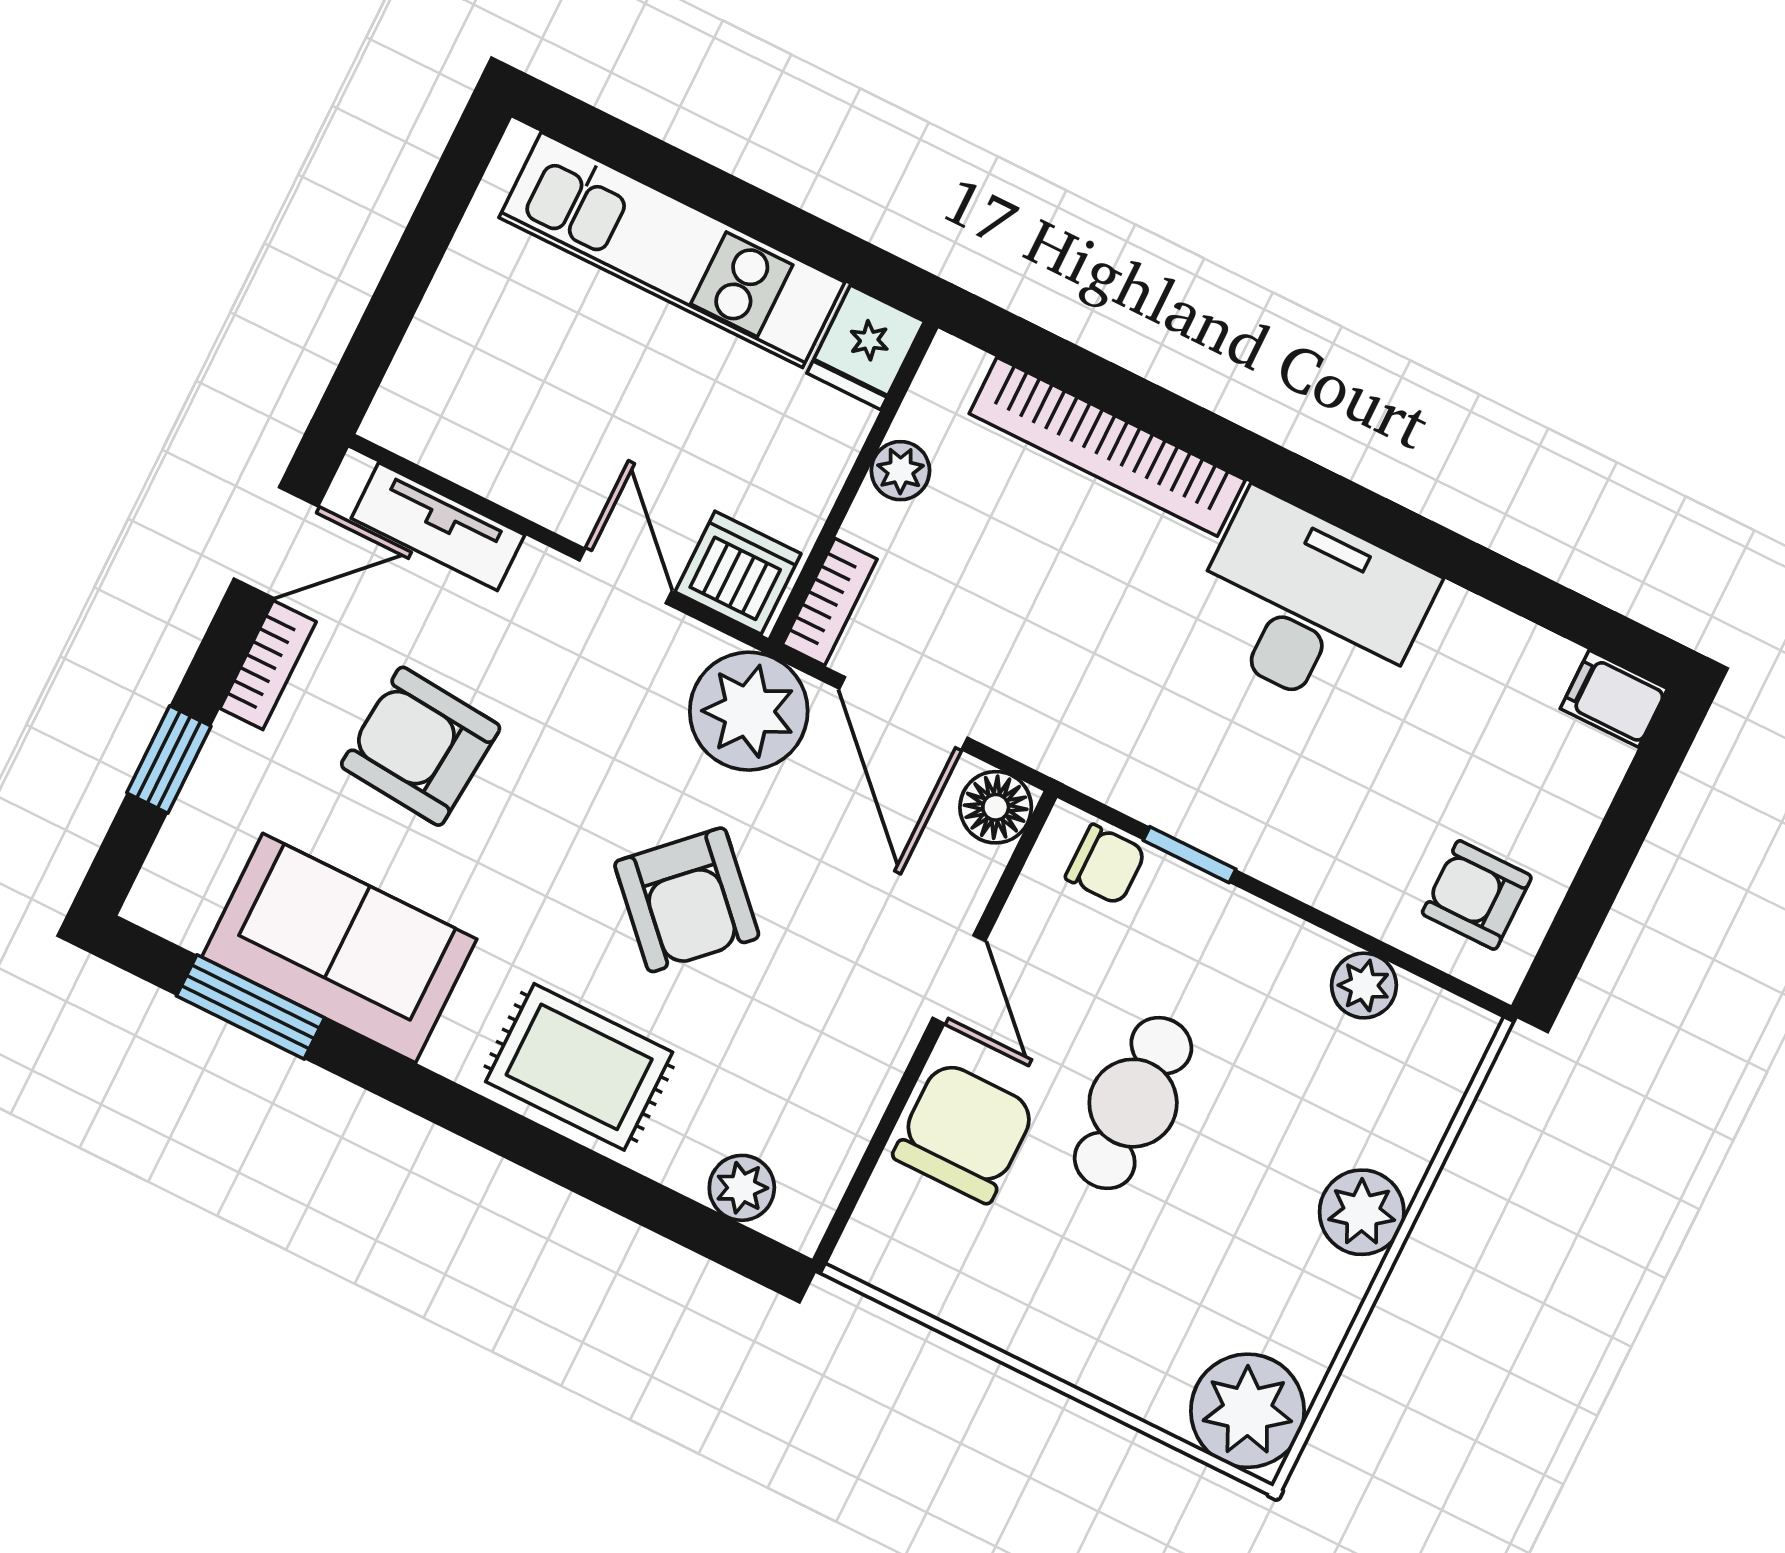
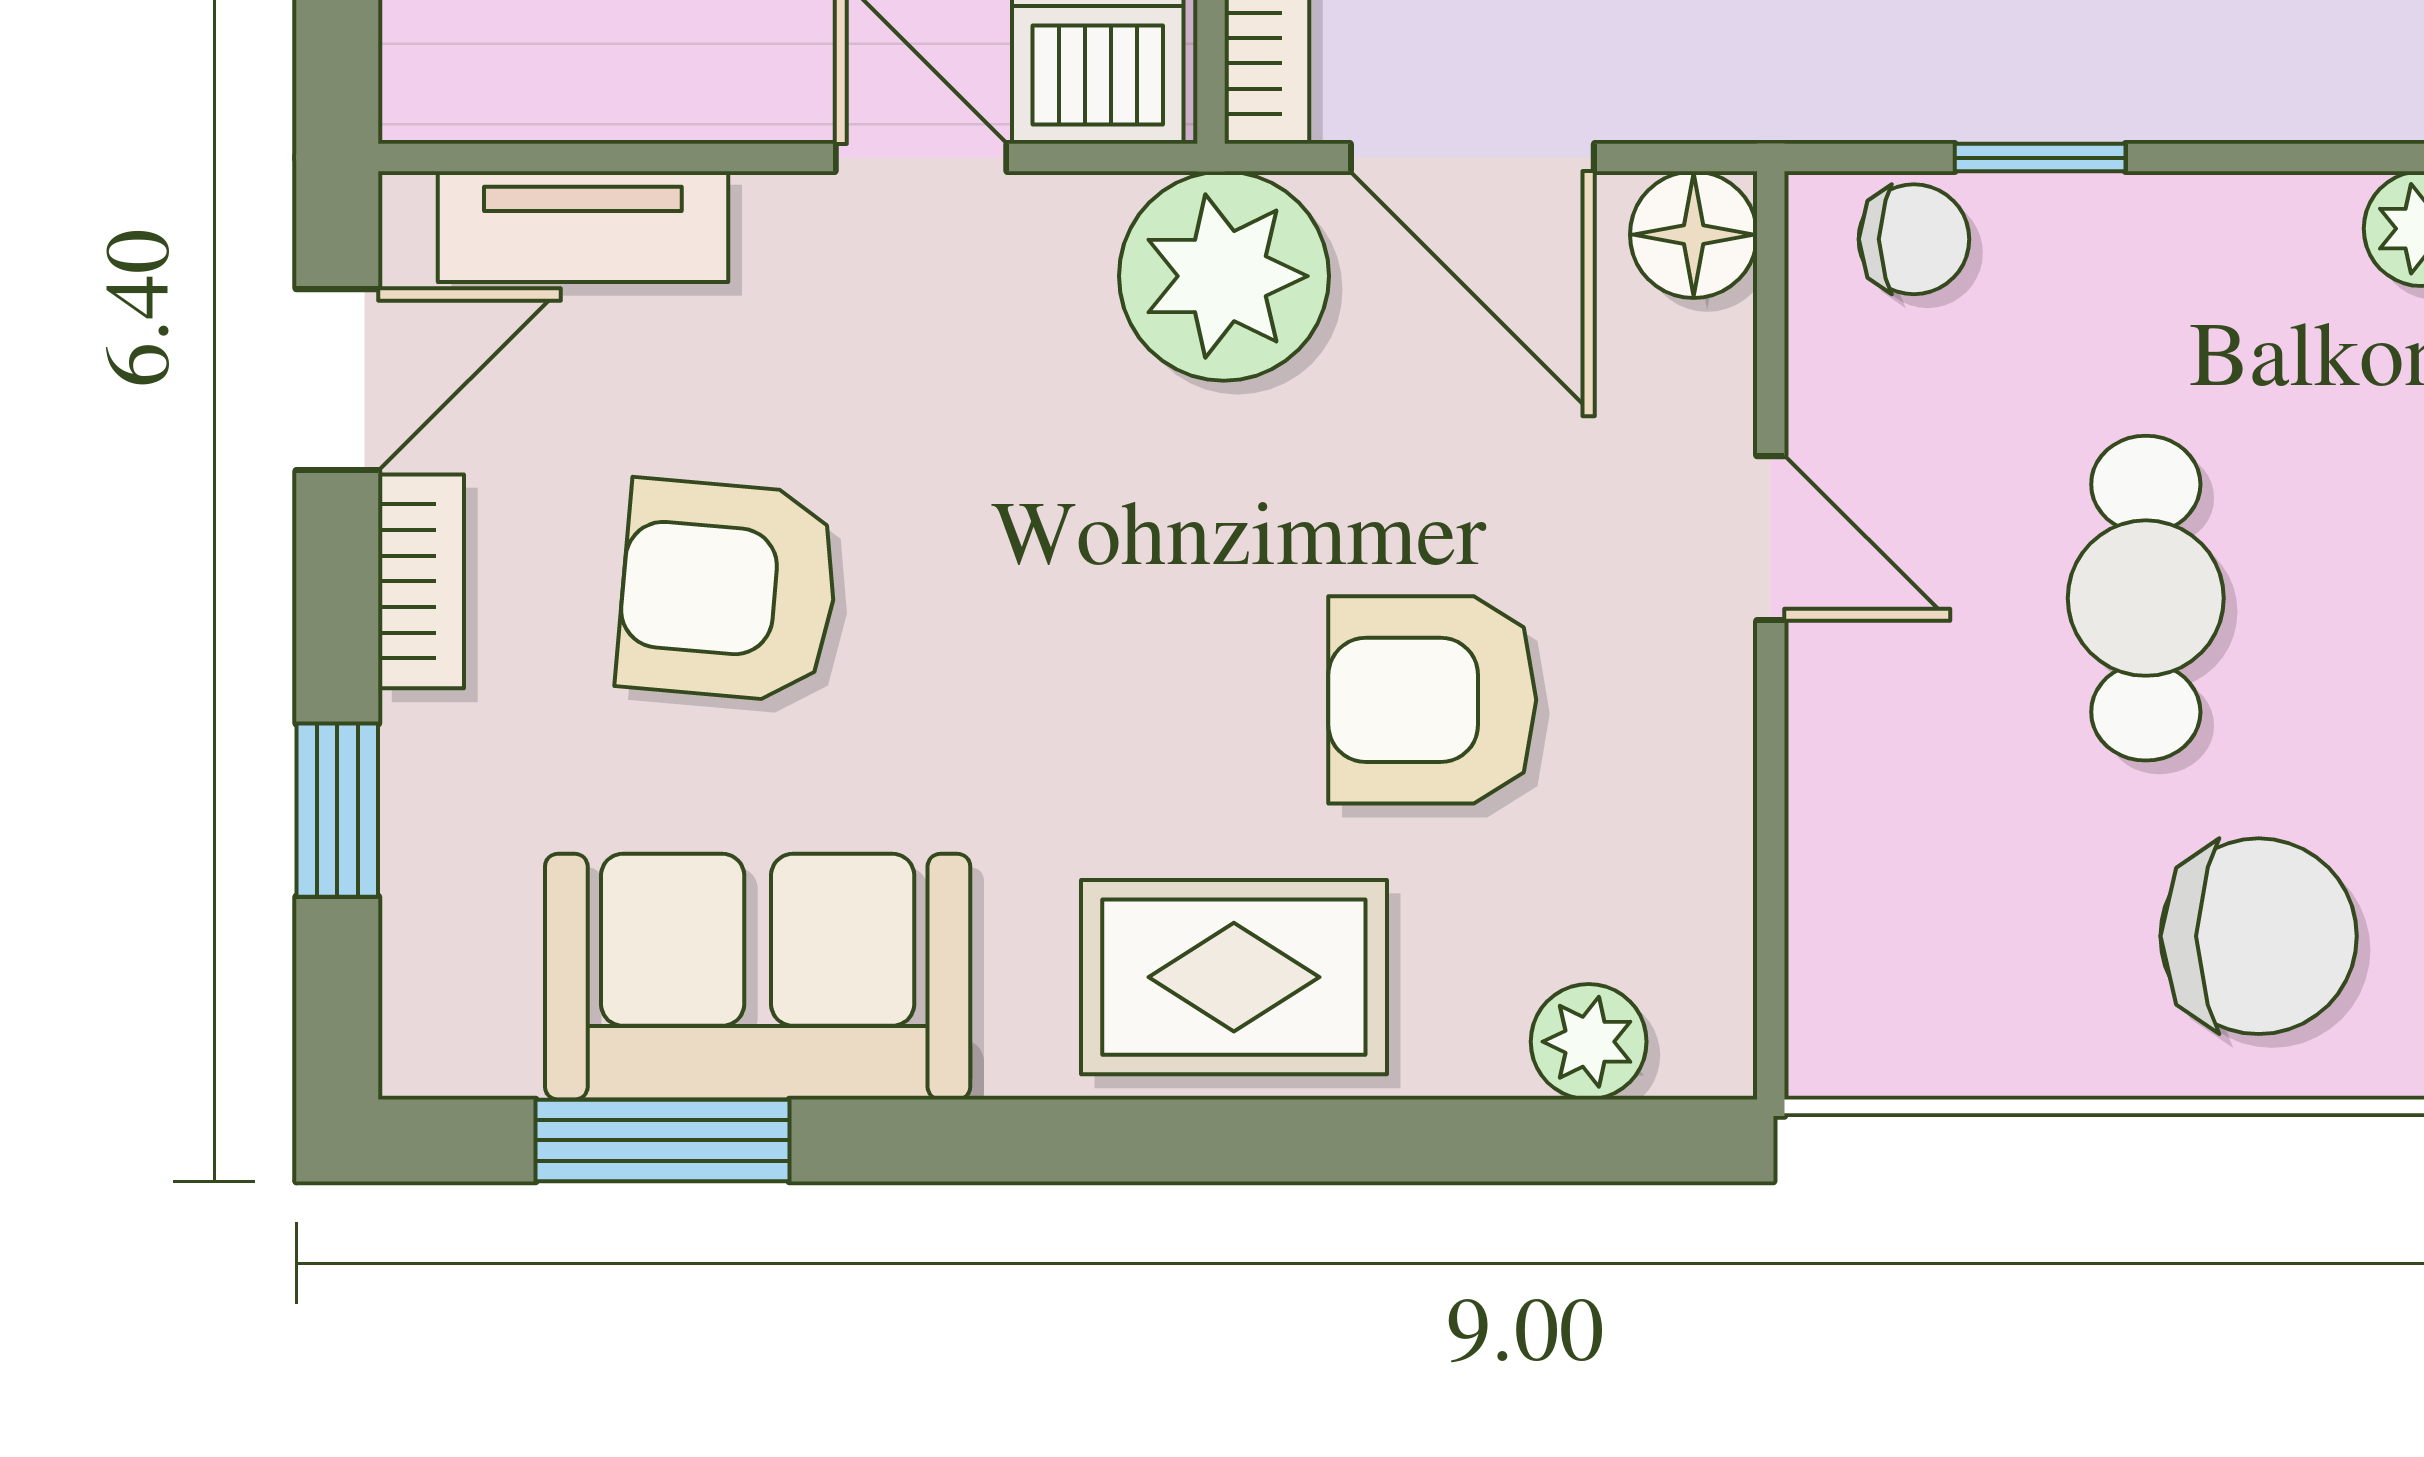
armchair: (687, 900) -> (1432, 700), moved, turned 134
chair: (964, 1132) -> (2259, 936), moved, turned 90

